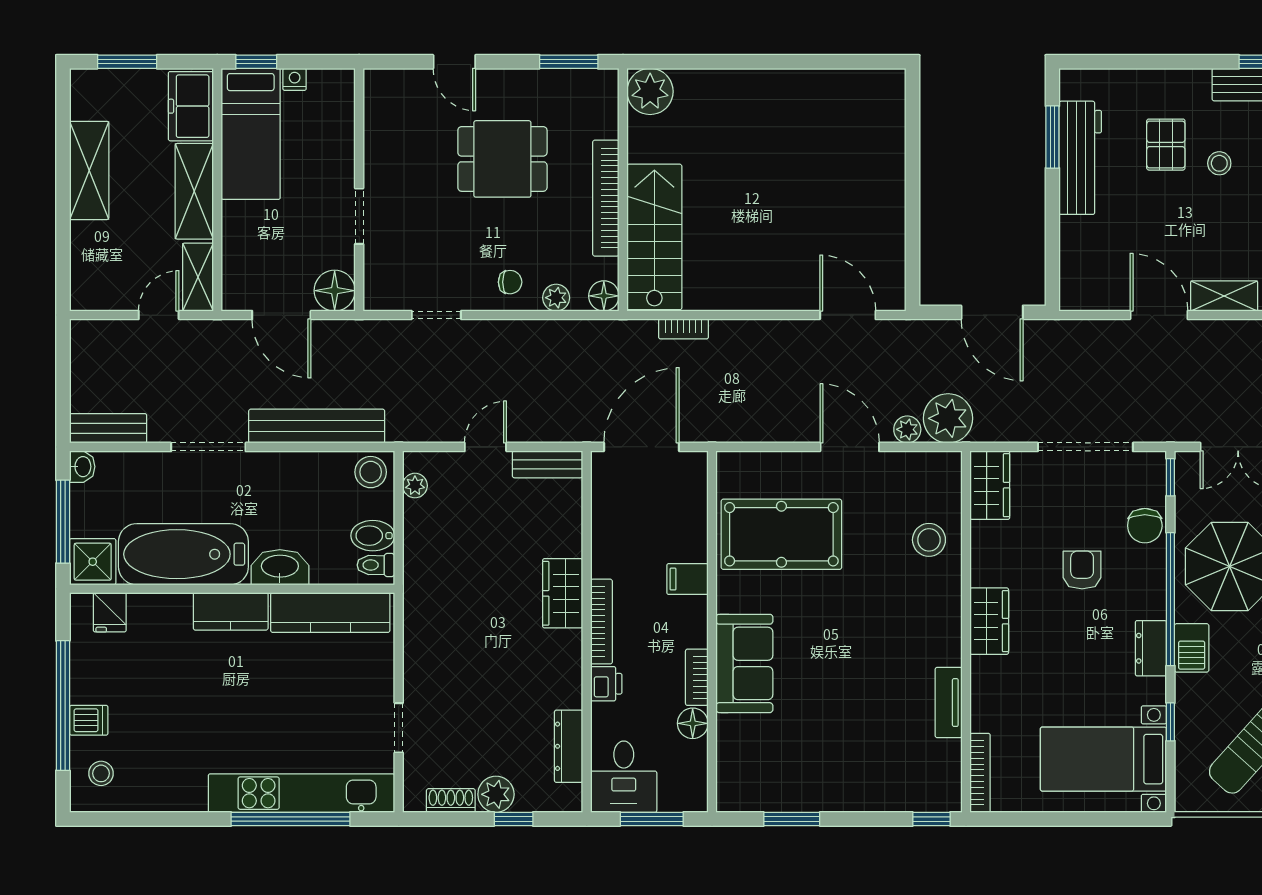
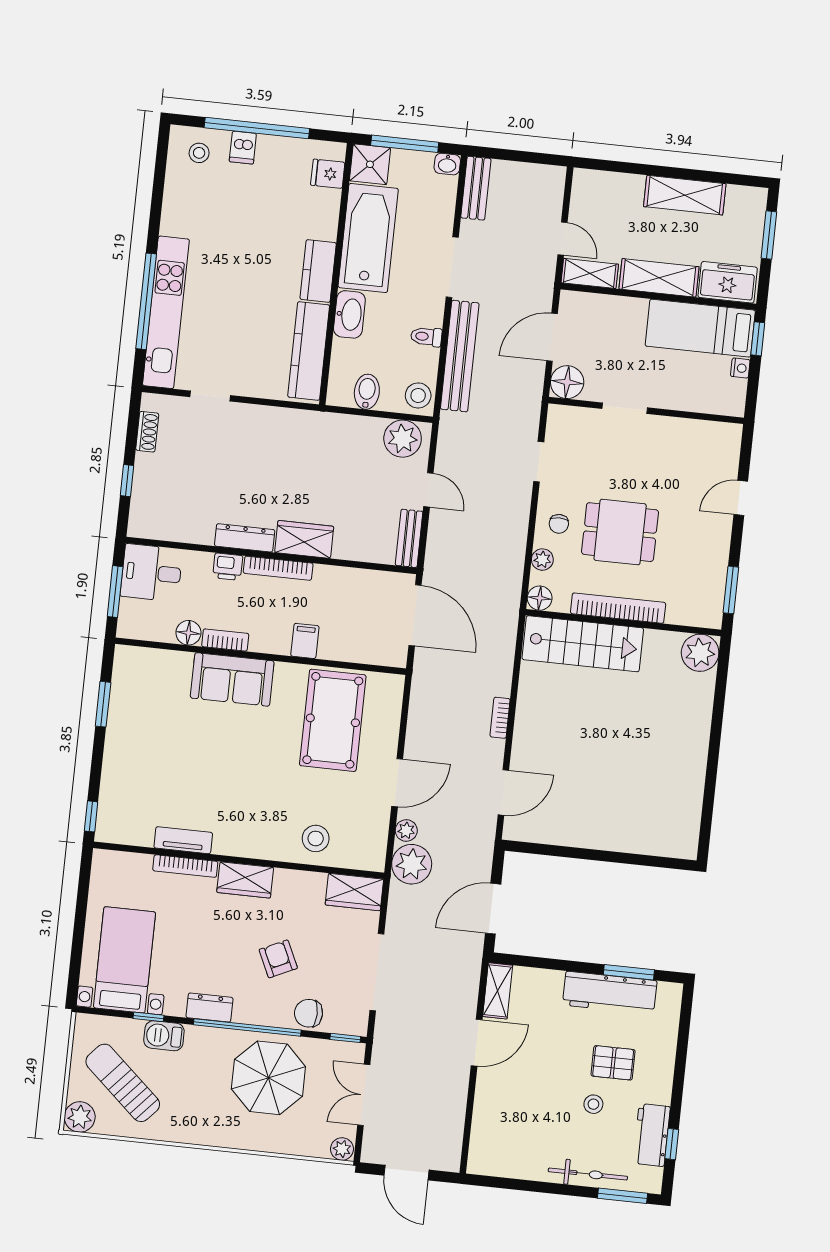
dining table: (502, 159) -> (620, 532), moved, turned 90
shelving: (1224, 296) -> (498, 991), moved
bookcase: (684, 329) -> (500, 718), moved
plant: (415, 486) -> (403, 439), width x1.88, depth x1.88
toilet: (376, 565) -> (426, 337), moved, turned -90
armchair: (1082, 570) -> (278, 959), turned -115
barbecue: (1192, 648) -> (164, 1036), moved
dresser: (569, 746) -> (245, 538), moved
bookcase: (980, 773) -> (185, 866), moved
plant: (496, 794) -> (148, 469), removed

